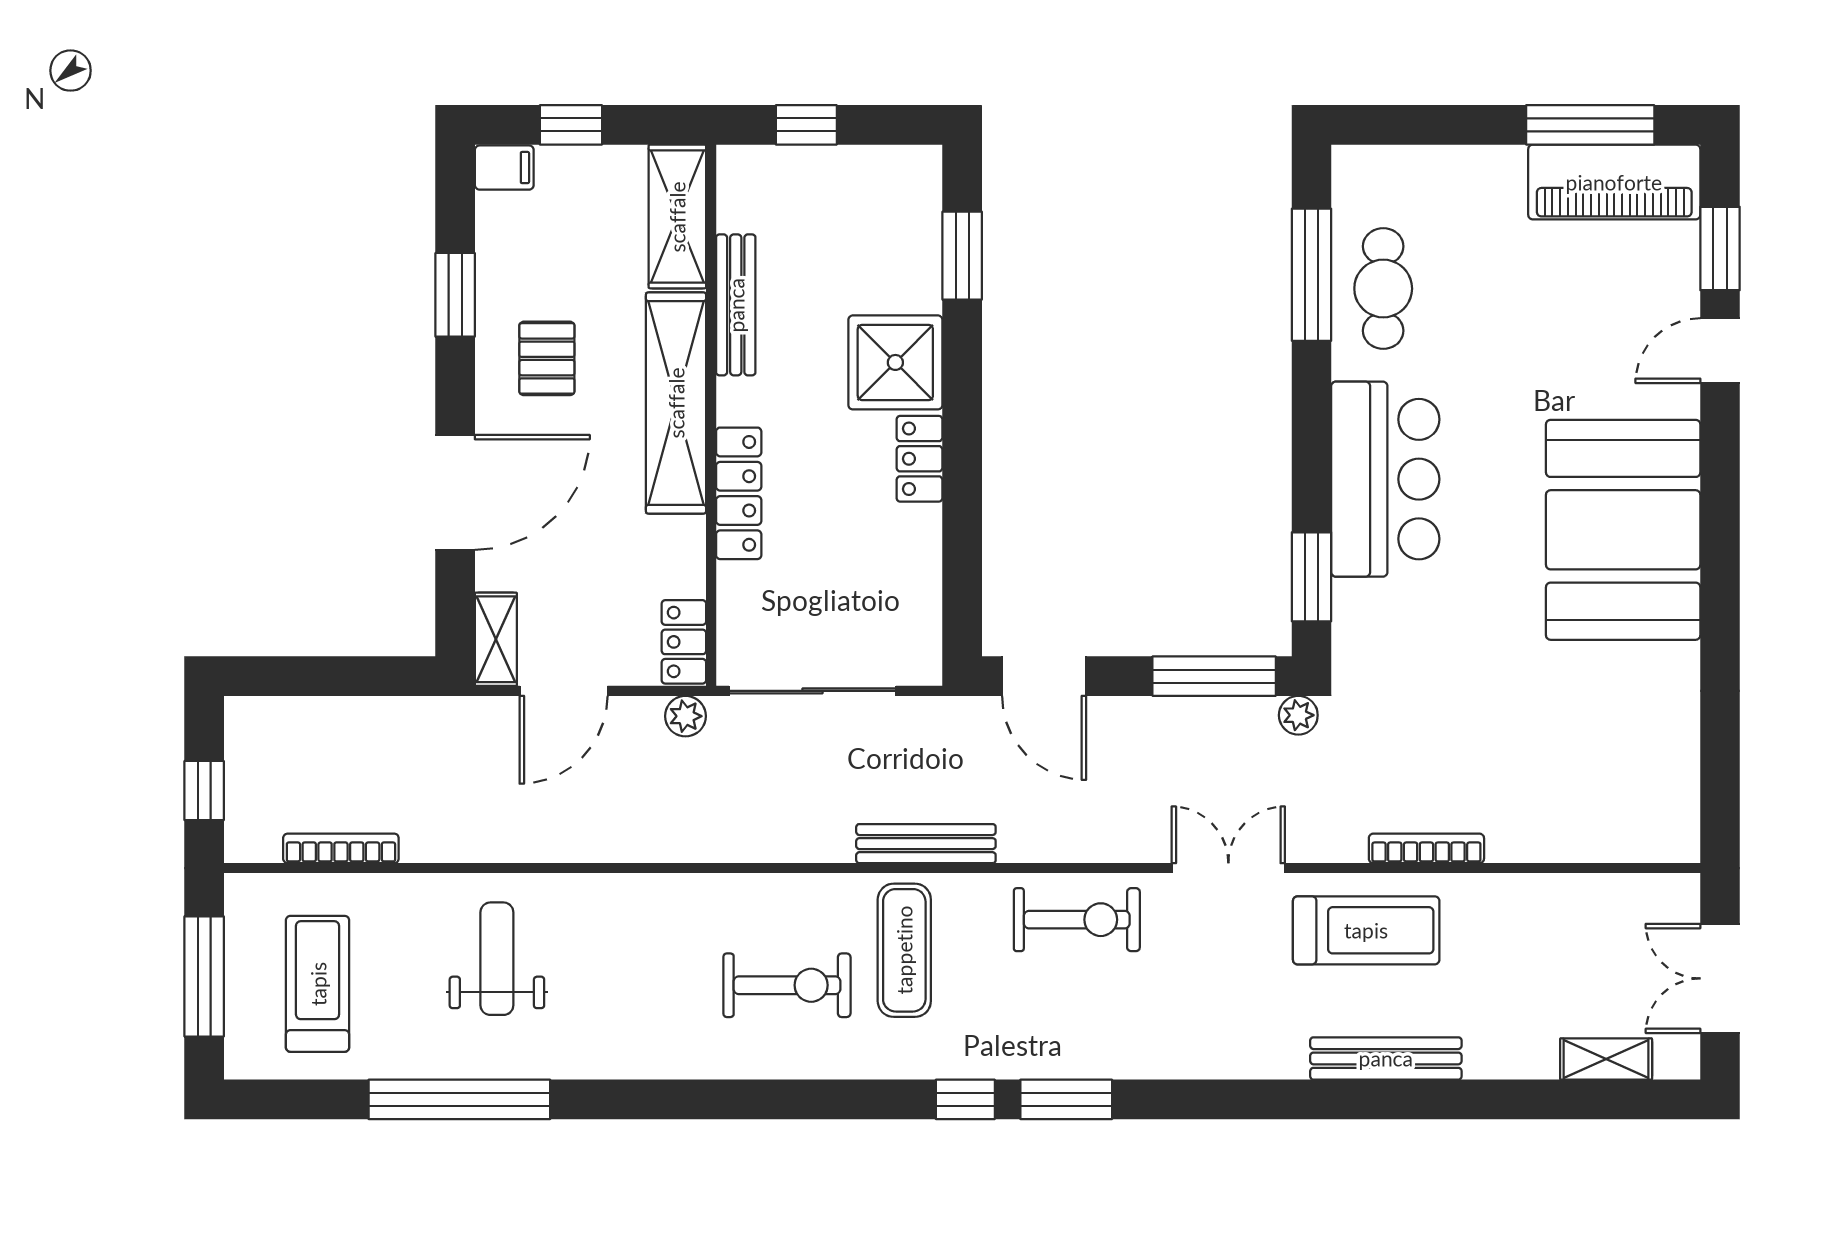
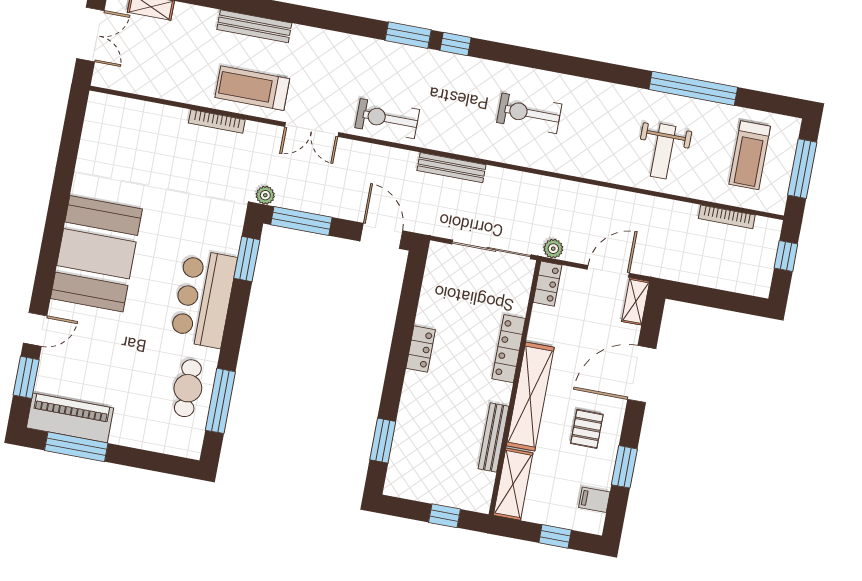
filing cabinet: (504, 168) -> (594, 500), moved
shower: (895, 362) -> (424, 396), removed
exercise mat: (904, 950) -> (471, 119), removed

